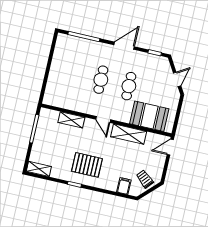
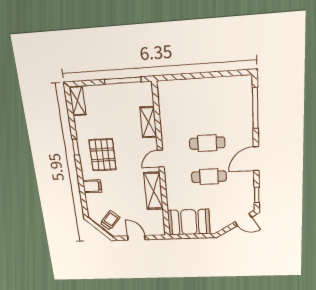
door: (124, 46) -> (256, 159), swing flipped
door: (177, 79) -> (243, 219), moved
booth: (149, 116) -> (189, 222), moved, turned 90
door: (170, 147) -> (136, 238), moved
filing cabinet: (124, 186) -> (92, 186), moved

